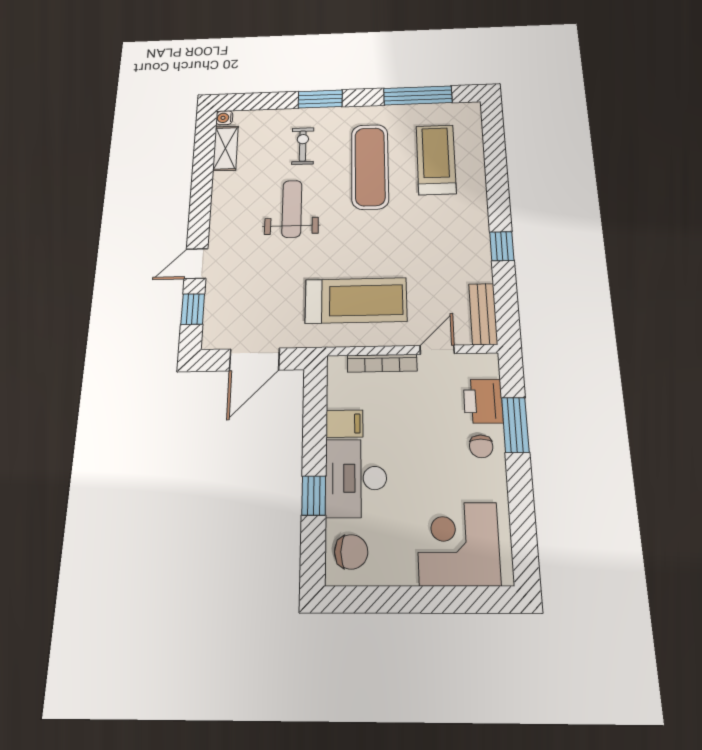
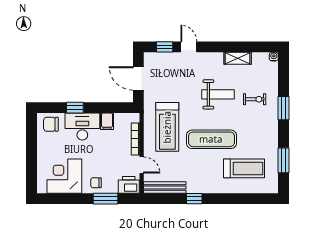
window: (418, 95) -> (284, 160), width x0.69
shelving: (225, 148) -> (238, 58), moved
exercise mat: (370, 166) -> (211, 139), moved
bench: (483, 314) -> (165, 187), width x1.36
printer: (483, 401) -> (129, 185), moved
corner desk: (458, 544) -> (64, 176), moved, turned -90
chair: (351, 552) -> (51, 124), turned 90

